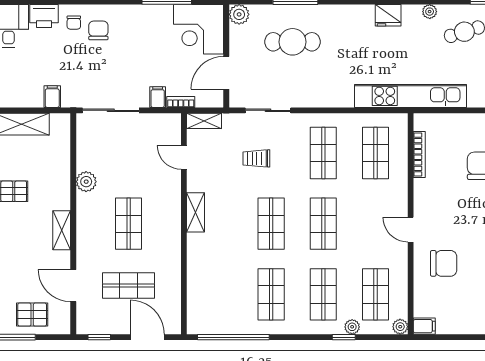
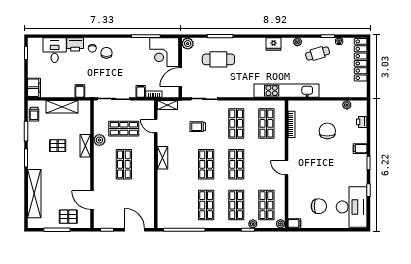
shelving: (62, 230) -> (85, 146), moved
chair: (444, 263) -> (319, 206), moved
shop shelf: (129, 285) -> (124, 129), moved

